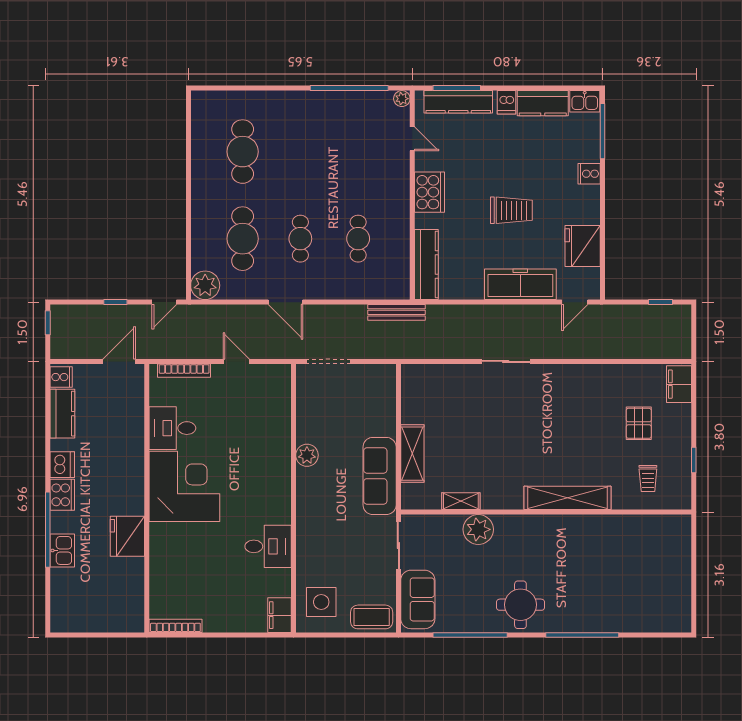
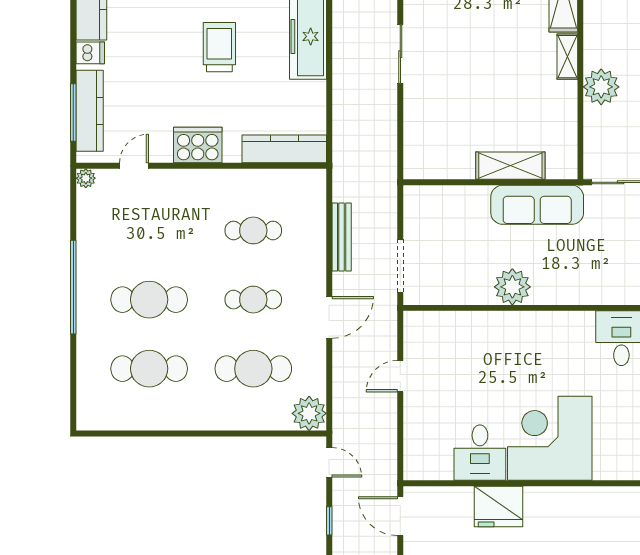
window: (349, 88) -> (73, 287), moved
cafe table: (300, 152) -> (149, 300), added
bench: (396, 312) -> (342, 237), moved
bookcase: (184, 371) -> (411, 439), removed
plant: (307, 455) -> (512, 287), width x1.36, depth x1.36
shelving: (461, 501) -> (567, 57), moved
fridge: (127, 536) -> (499, 506), moved

